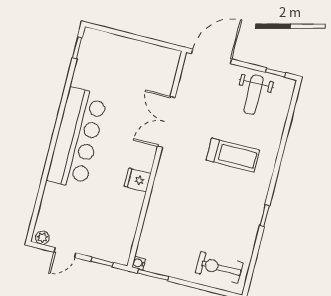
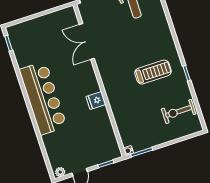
double door: (166, 122) -> (87, 41), moved
treadmill: (233, 155) -> (153, 72), moved
exercise bike: (219, 268) -> (179, 111), moved

